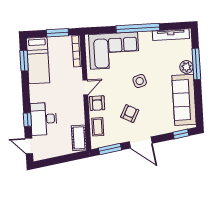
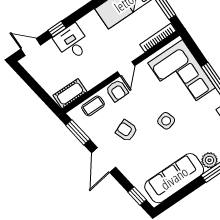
door: (85, 87) -> (126, 69), hinge flipped
armchair: (97, 103) -> (117, 91), turned -90
armchair: (130, 114) -> (127, 131), turned -138
desk: (44, 119) -> (72, 42), width x0.73
door: (29, 146) -> (31, 47), hinge flipped

